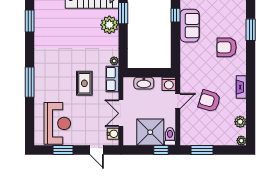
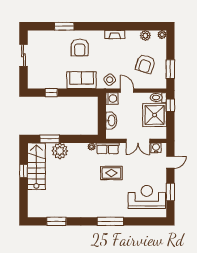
sofa: (190, 26) -> (82, 80), moved
side table: (190, 81) -> (110, 80), added
armchair: (209, 101) -> (145, 64), moved

